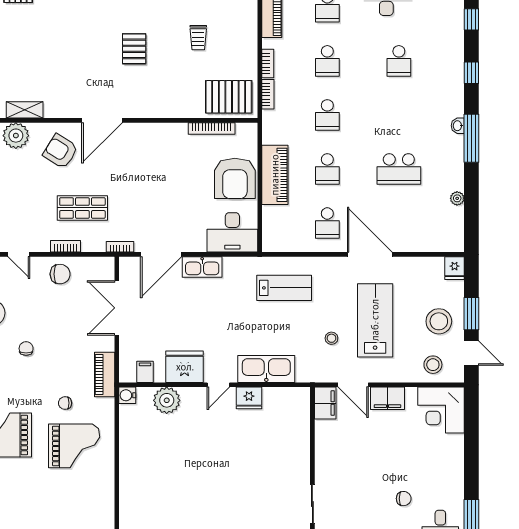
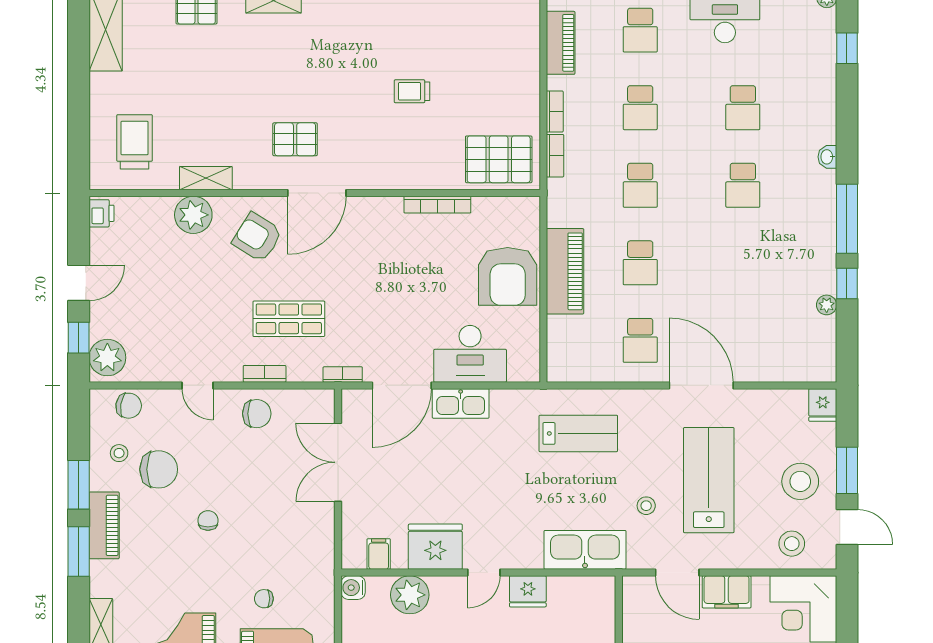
trolley: (198, 38) -> (412, 91), moved, turned 90
pallet: (134, 49) -> (295, 139), moved, turned 90
window: (471, 73) -> (847, 284), moved
washbasin: (458, 126) -> (827, 157), moved
bookcase: (212, 128) -> (437, 205), moved
school desk: (399, 169) -> (743, 185), moved, width x0.54
desk: (232, 232) -> (470, 354), moved
kitchen sink: (266, 369) -> (585, 550), moved
piano: (105, 374) -> (321, 558), removed
filing cabinet: (325, 403) -> (637, 599), removed

